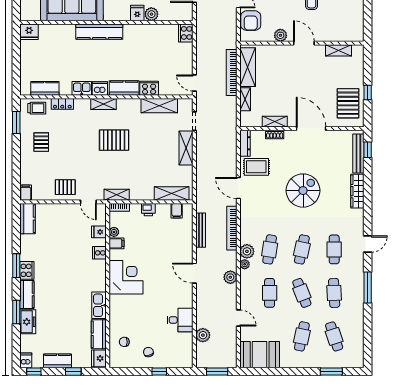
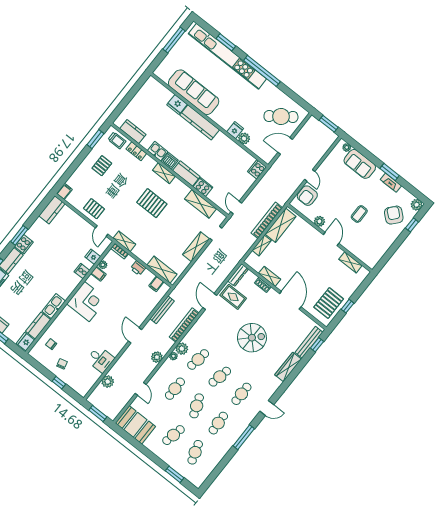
fridge: (29, 32) -> (177, 104), moved

